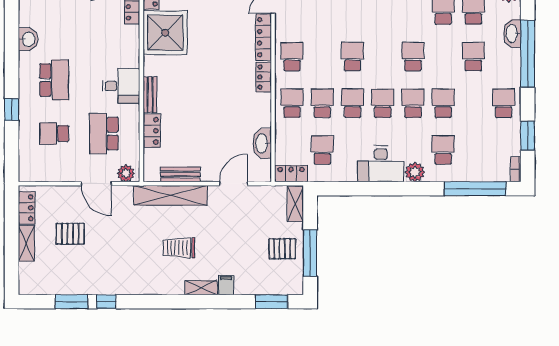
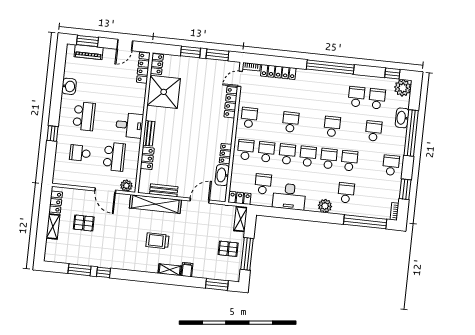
locker: (264, 77) -> (226, 154), moved
school desk: (104, 134) -> (114, 157), turned 180
desk: (381, 164) -> (289, 196), moved

